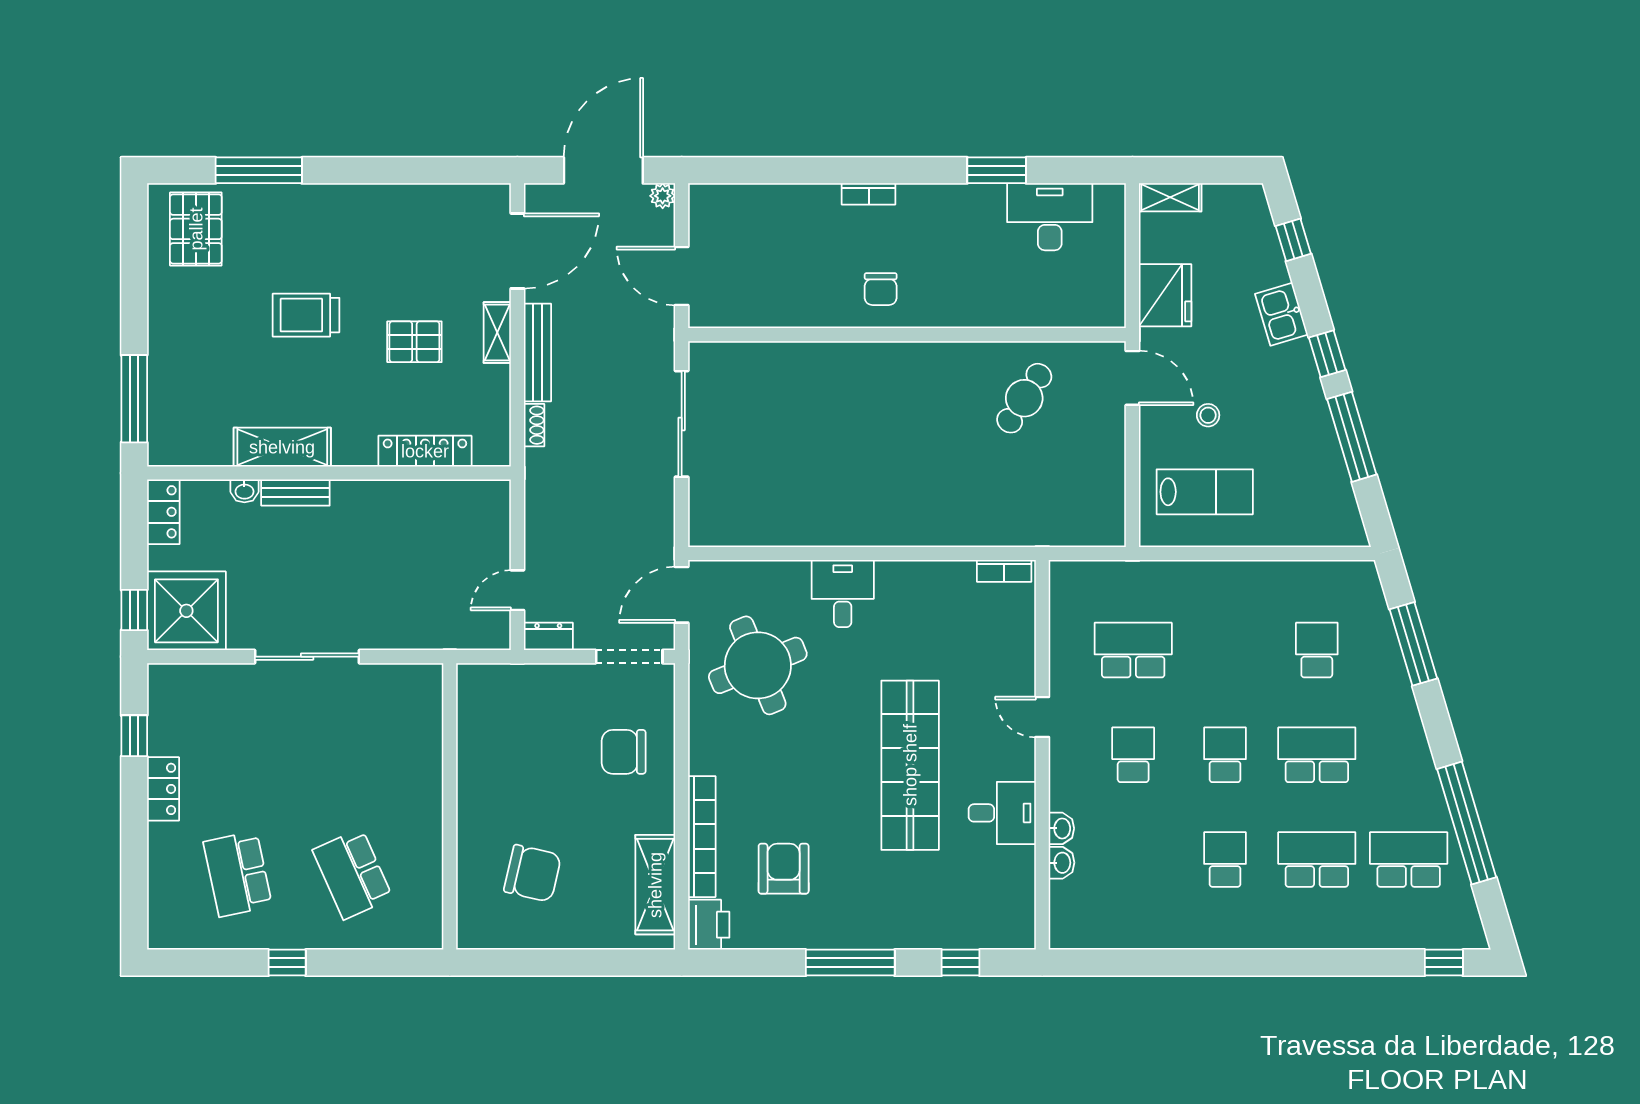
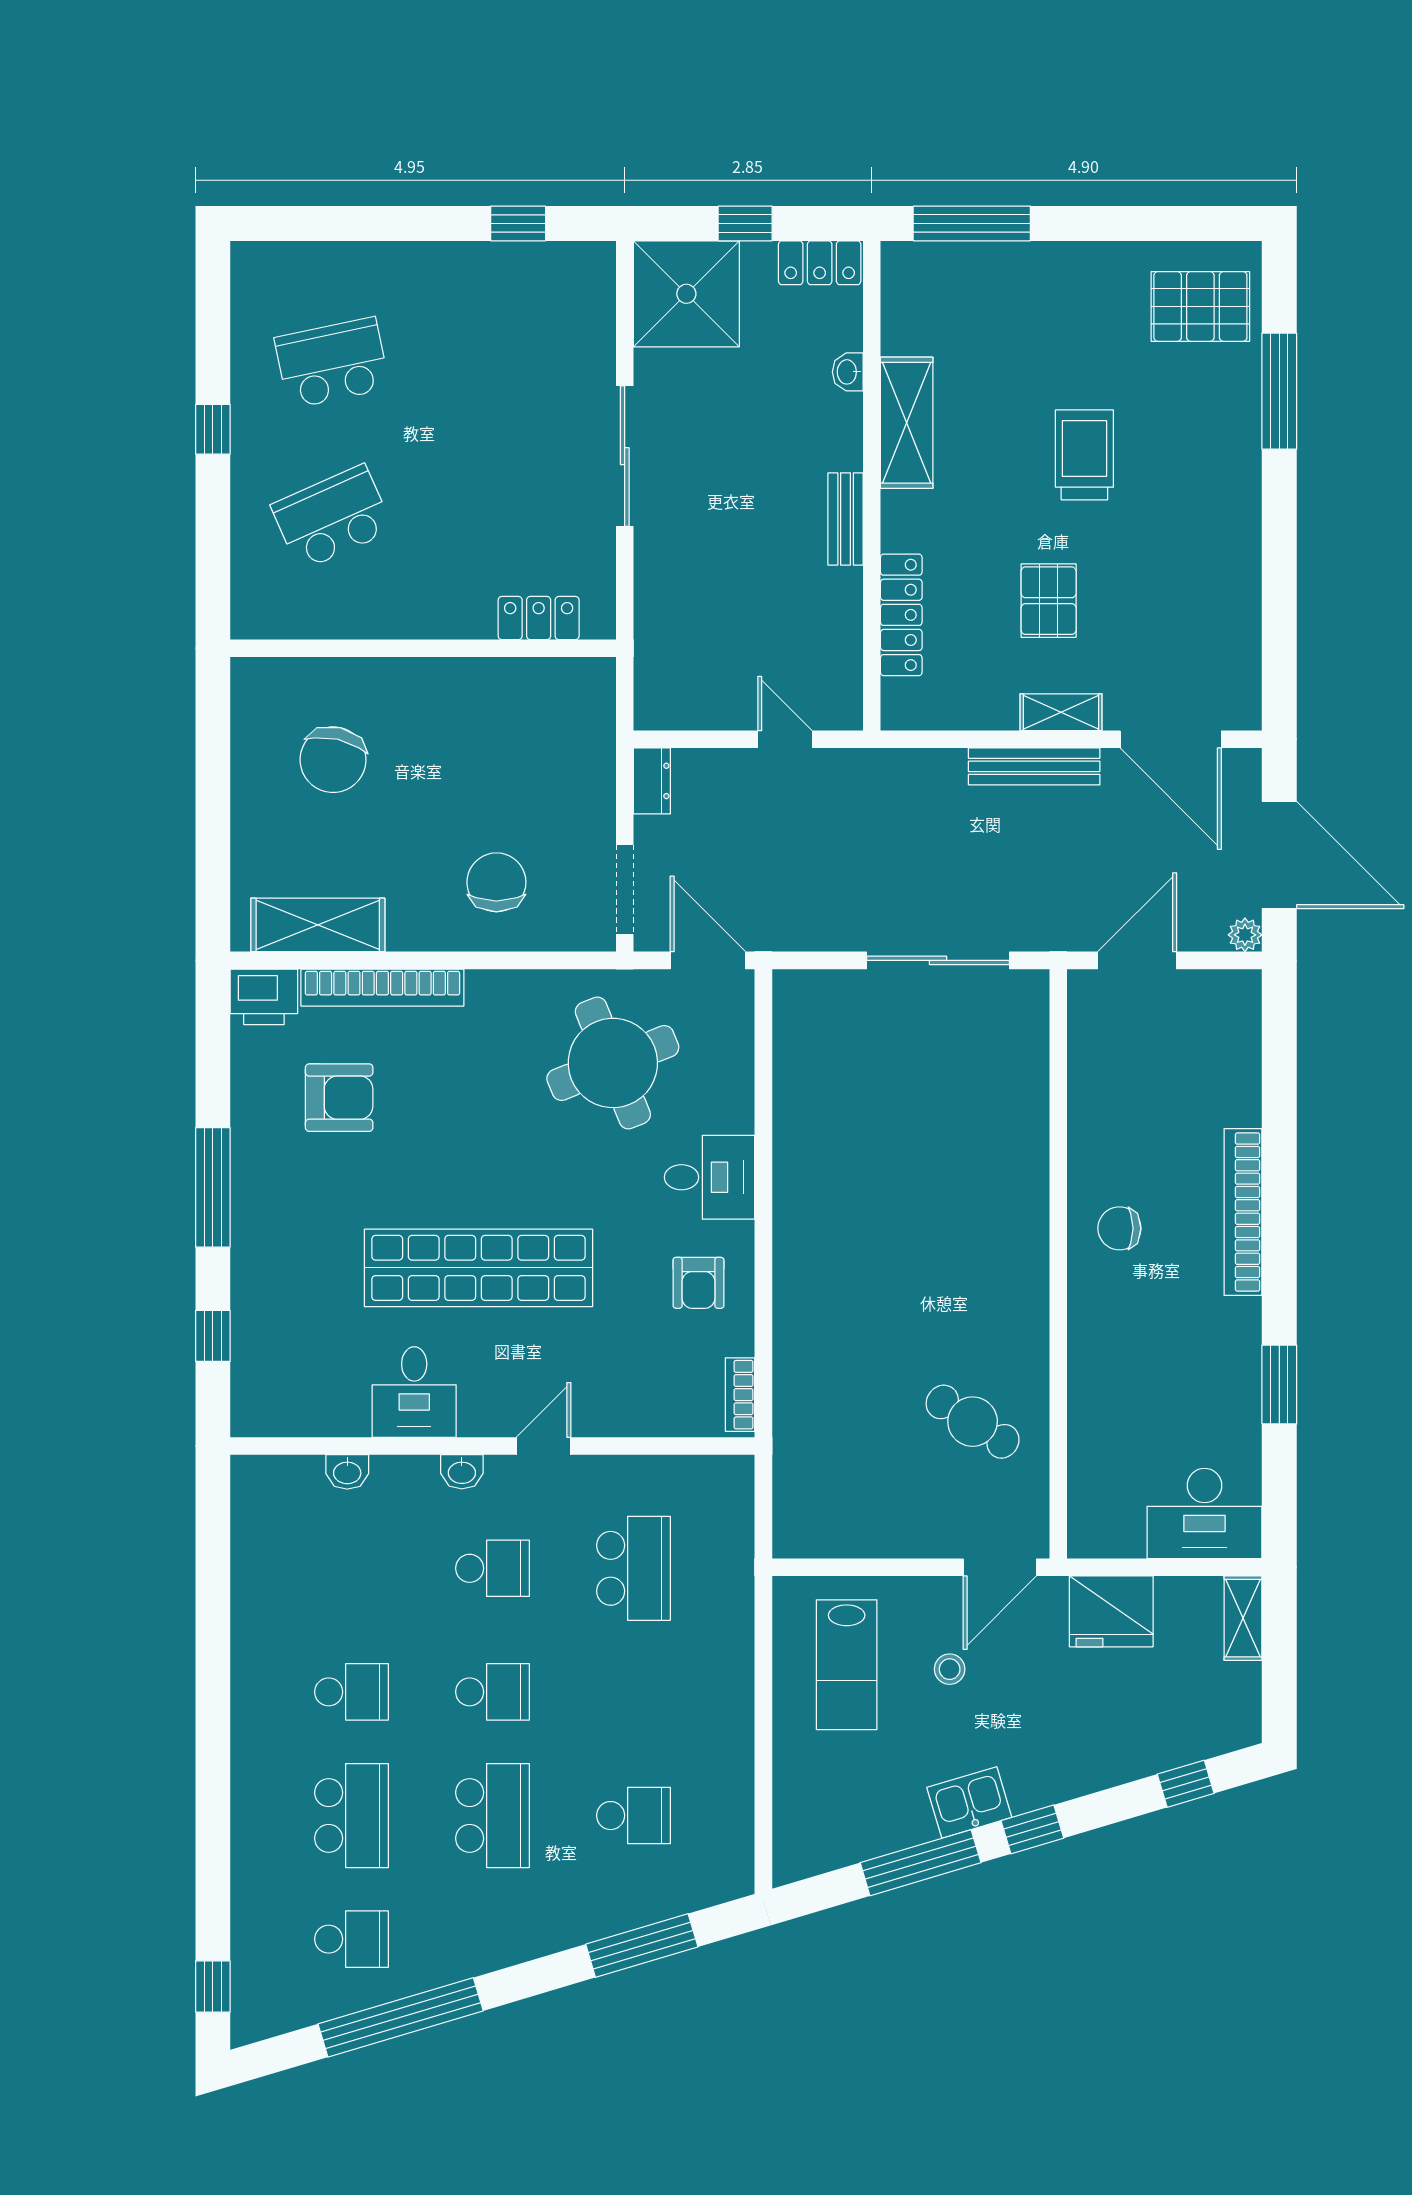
bookcase: (869, 194) -> (1243, 1212), width x2.31, depth x1.31
desk: (1050, 217) -> (1204, 1513), moved, turned 90
kitchen sink: (1281, 314) -> (969, 1802), moved
shoe rack: (534, 425) -> (936, 762), removed
bench: (295, 493) -> (846, 519), moved
door: (517, 590) -> (785, 739), moved
armchair: (921, 602) -> (698, 1283), added
window: (134, 610) -> (745, 223), moved
locker: (163, 789) -> (539, 618), moved, turned 180
washbasin: (1061, 828) -> (462, 1472), moved
school desk: (1409, 860) -> (352, 1939), width x0.54

